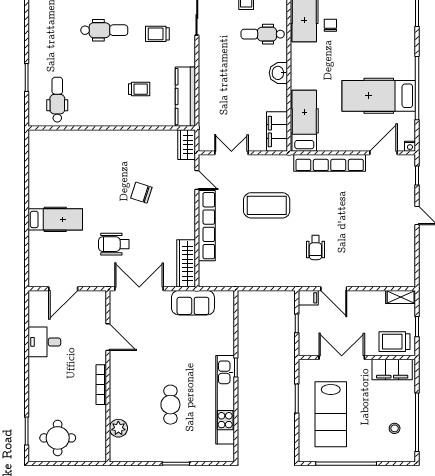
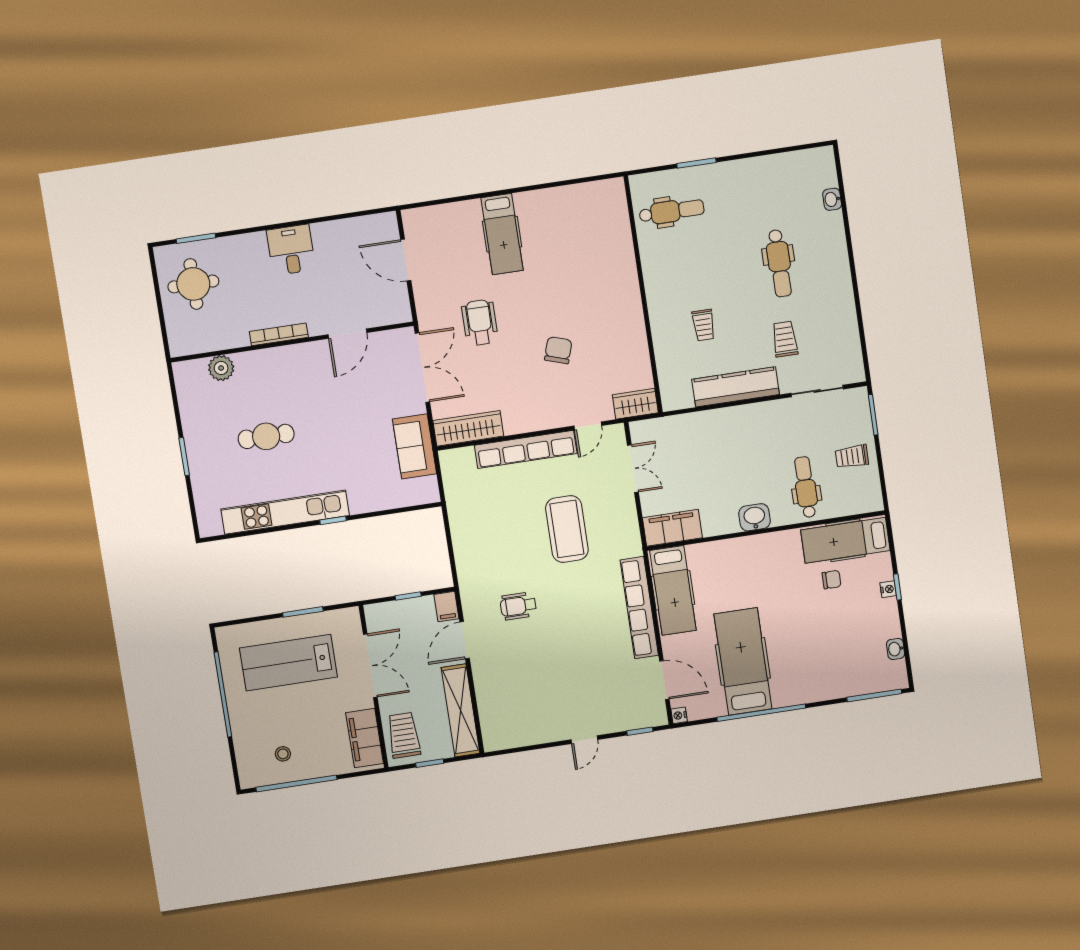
kitchen counter: (185, 97) -> (736, 387), moved
hospital bed: (304, 121) -> (673, 590), moved, turned 90
shelving: (401, 297) -> (461, 710), width x2.20, depth x1.33
desk: (44, 342) -> (291, 250), moved

